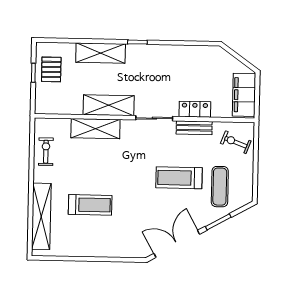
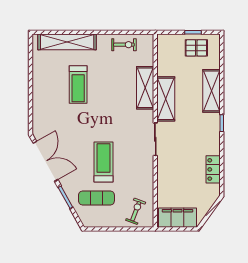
locker: (195, 109) -> (213, 169), moved, turned 180
bench: (194, 128) -> (148, 174), removed

